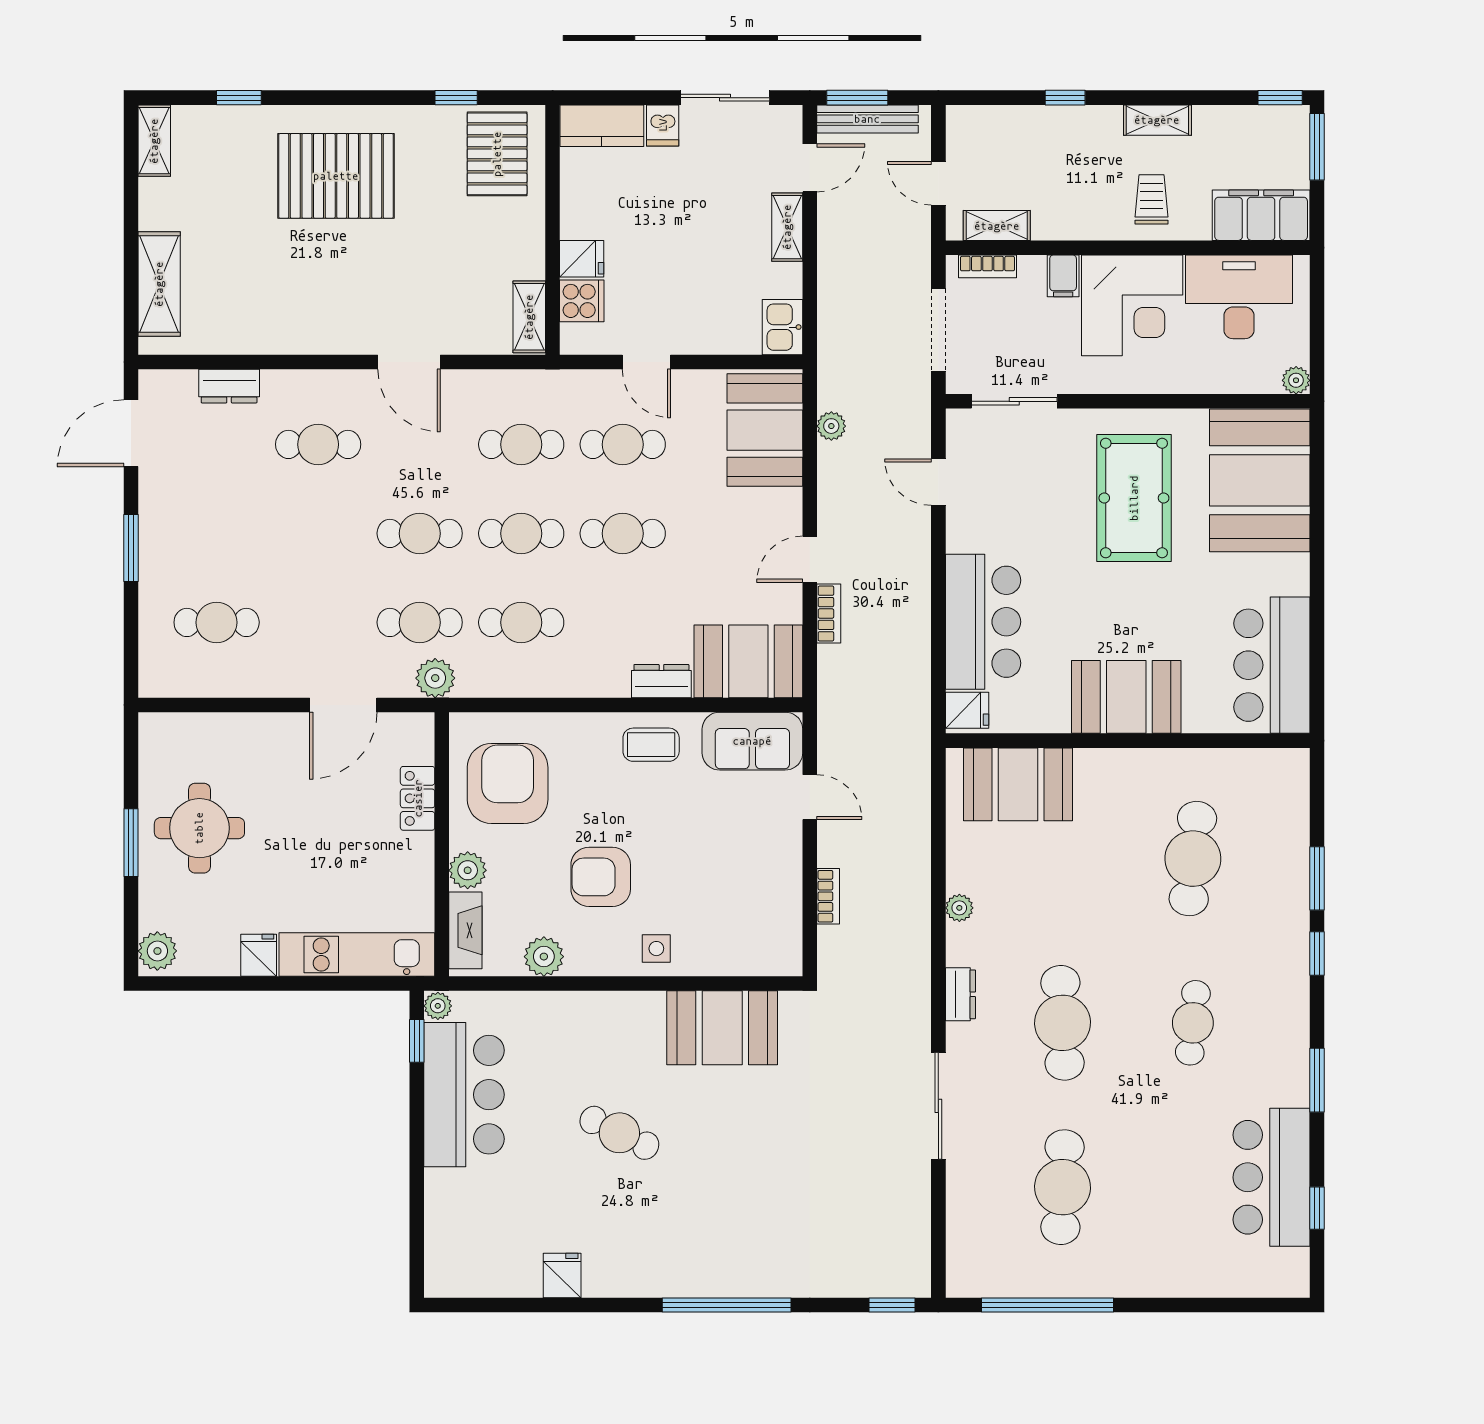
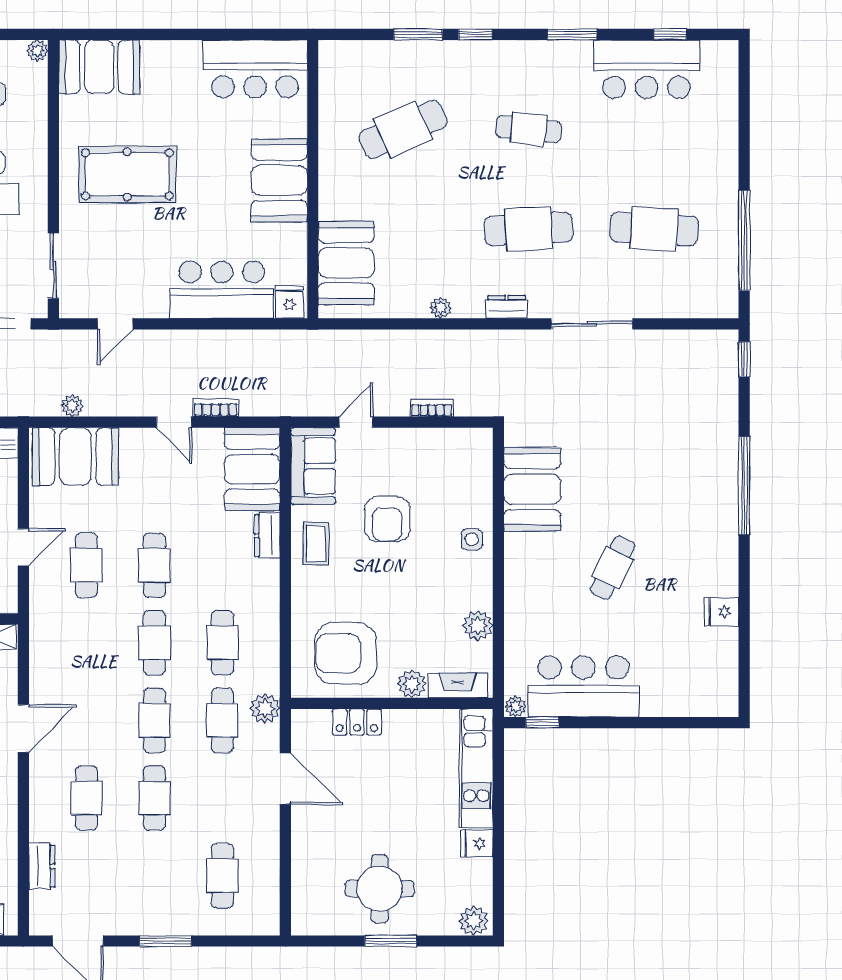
cafe table: (521, 444) -> (154, 798), moved
booth: (1260, 480) -> (99, 67), width x0.73, depth x0.70
cafe table: (1193, 859) -> (403, 129), turned -30
armchair: (601, 877) -> (387, 519), moved

